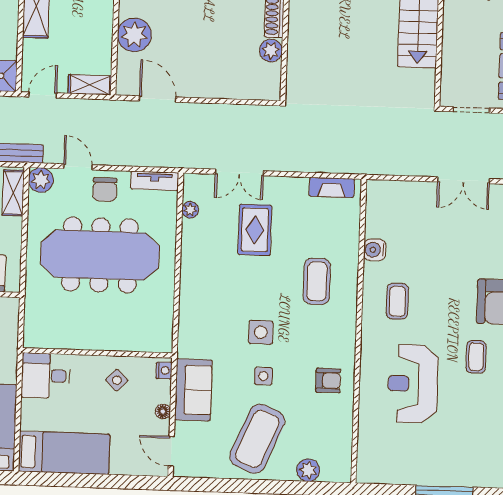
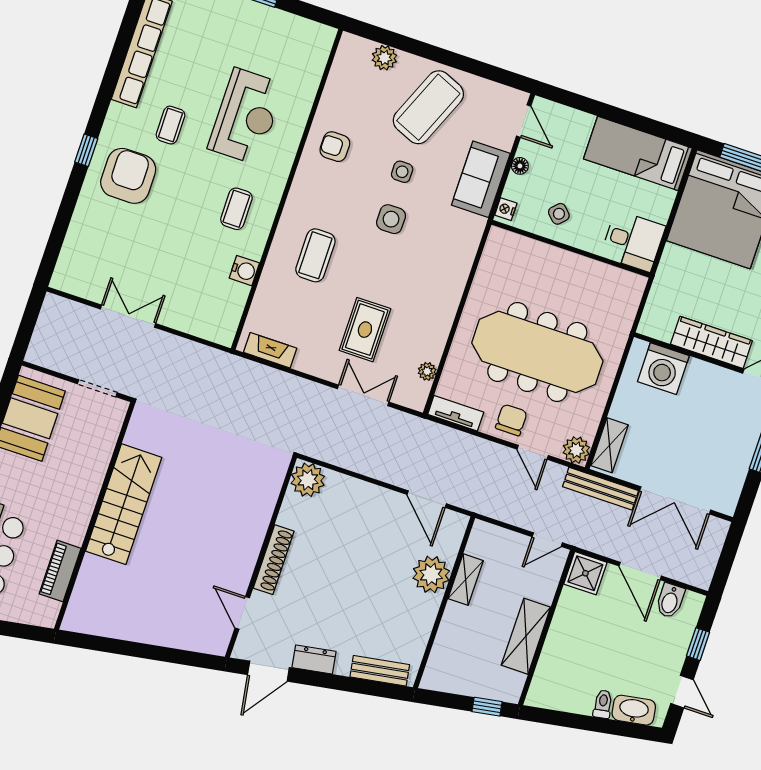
plant: (271, 50) -> (308, 480), moved, width x1.36, depth x1.36
shelving: (90, 85) -> (466, 580), moved, turned 90

